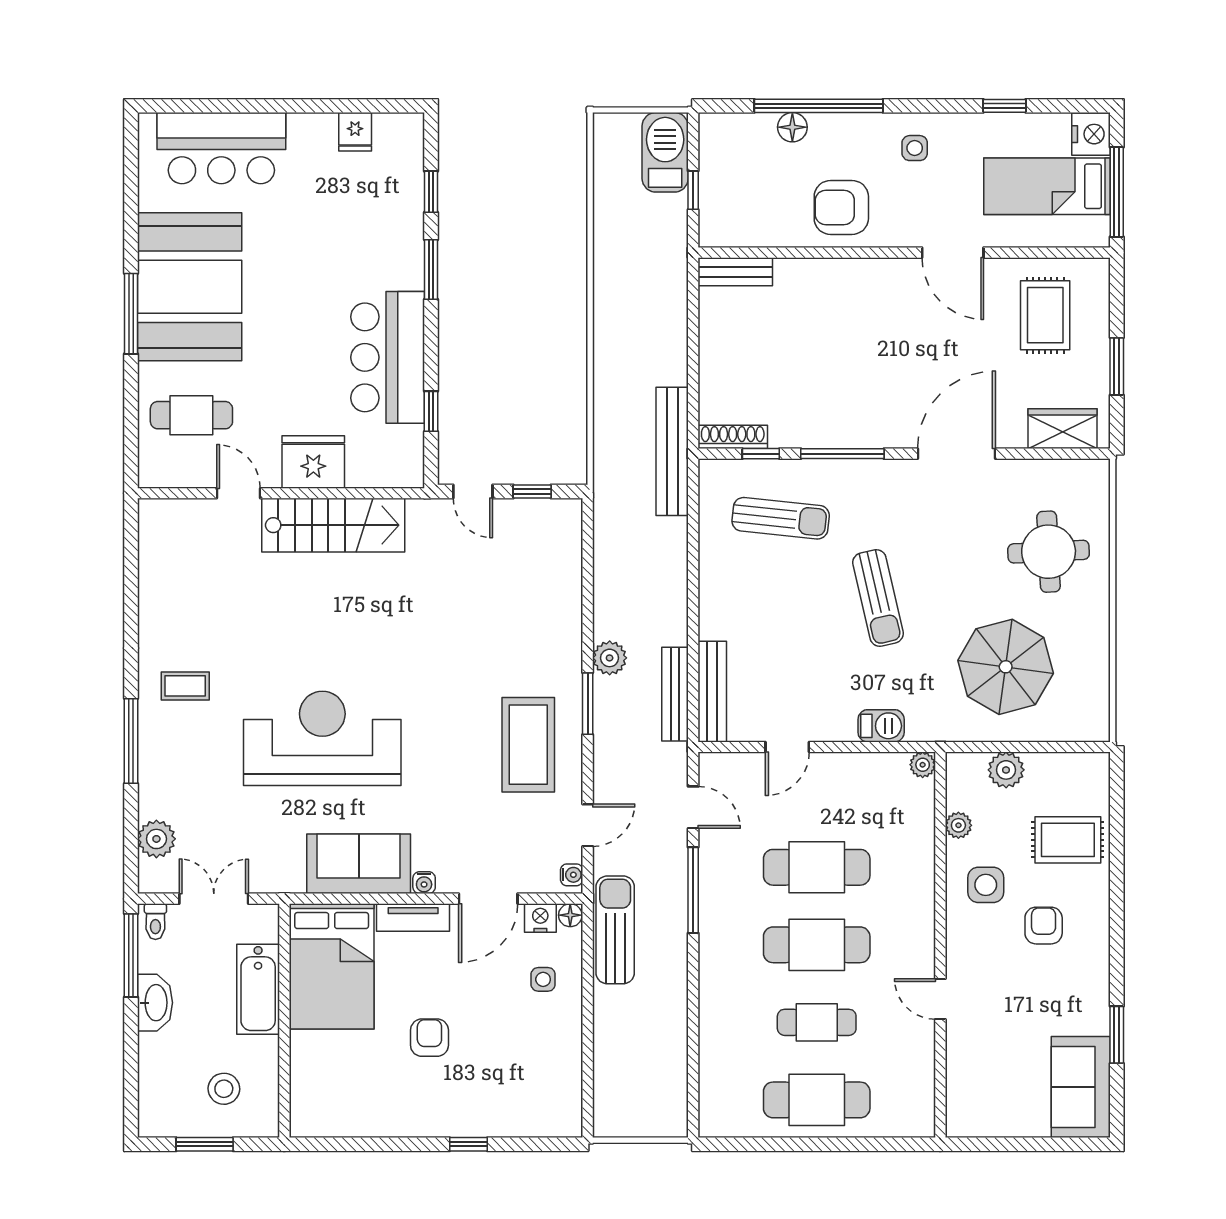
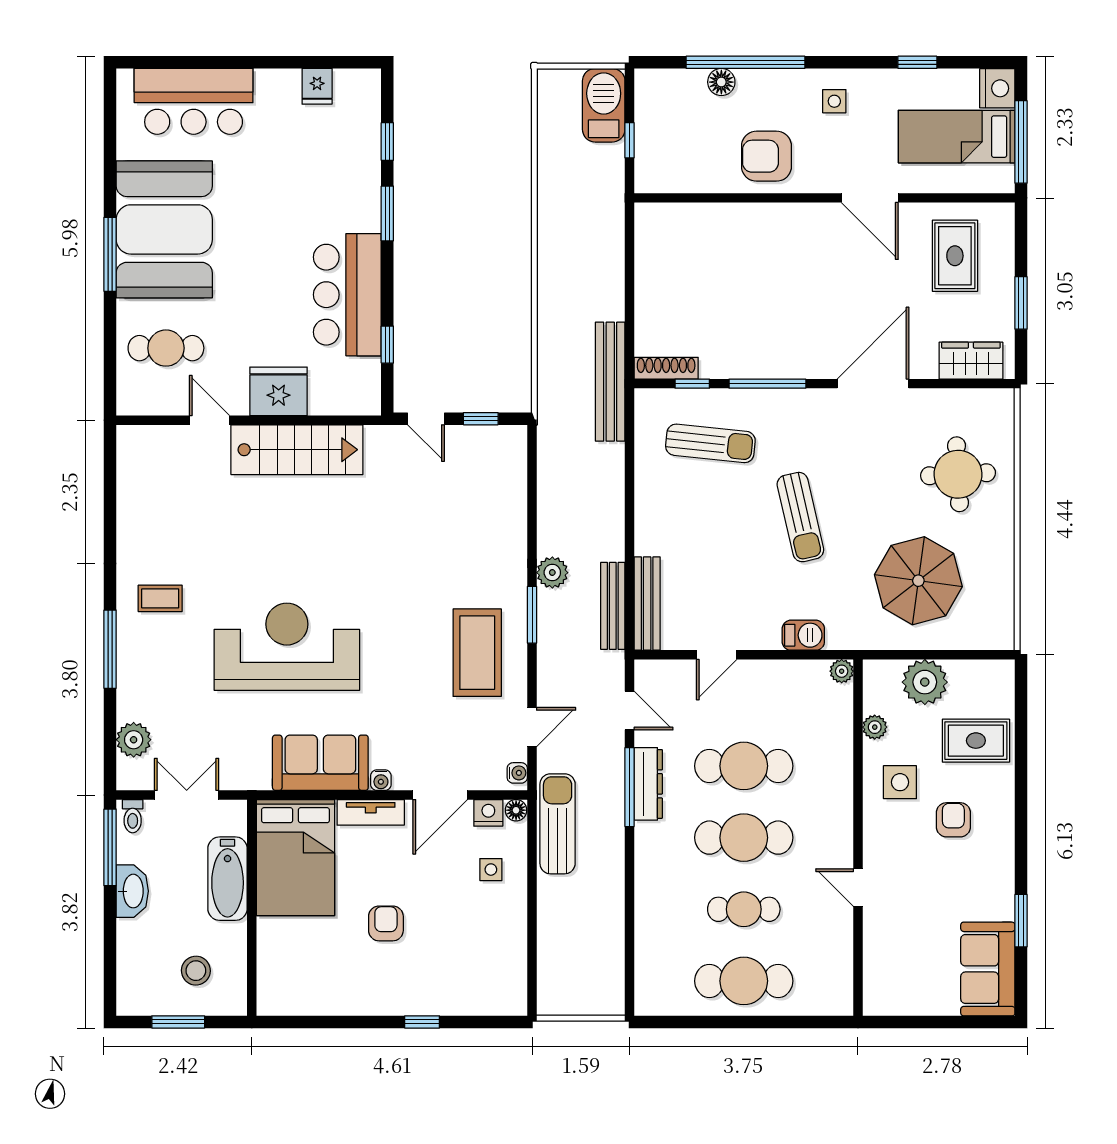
bench: (735, 272) -> (668, 216), removed
plant: (1006, 770) -> (925, 682), width x1.36, depth x1.36
dresser: (713, 887) -> (648, 784), added

